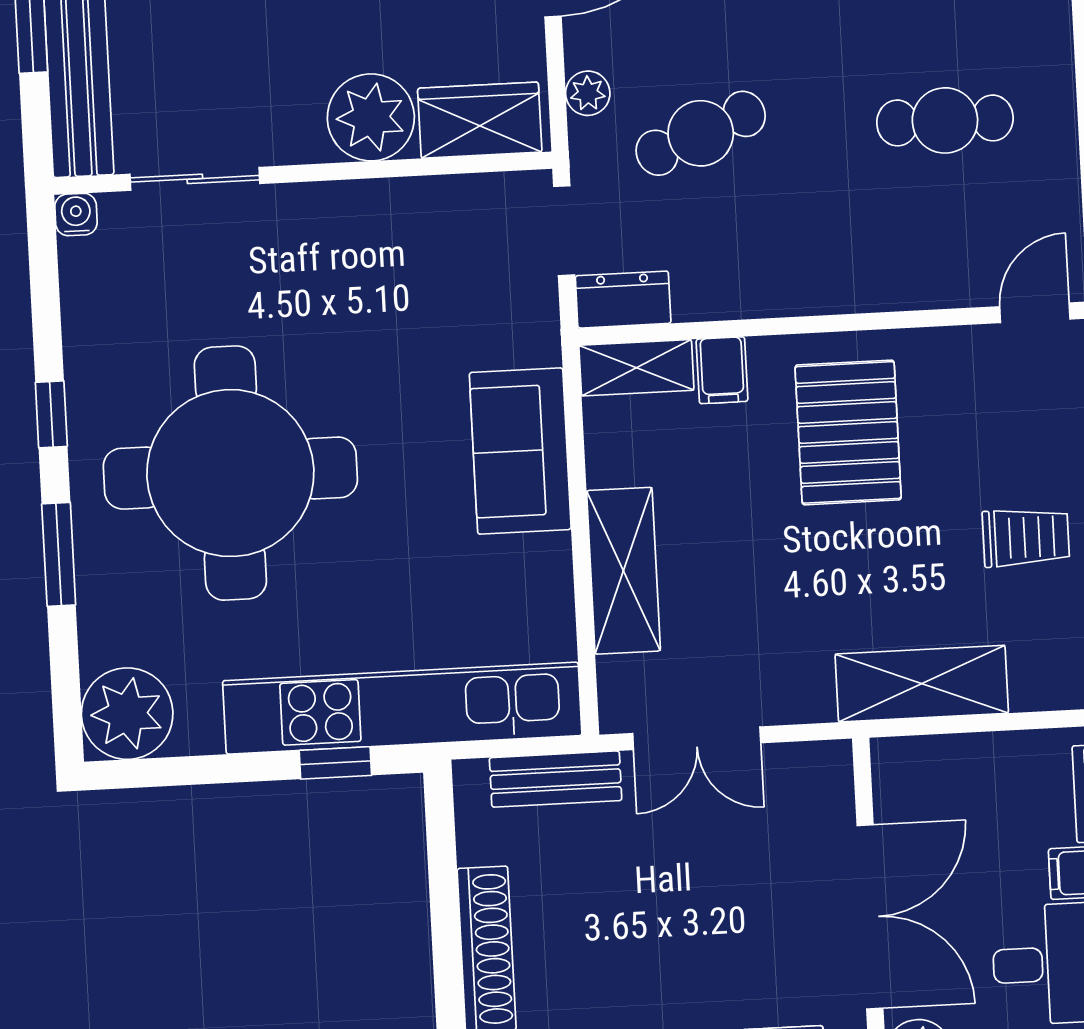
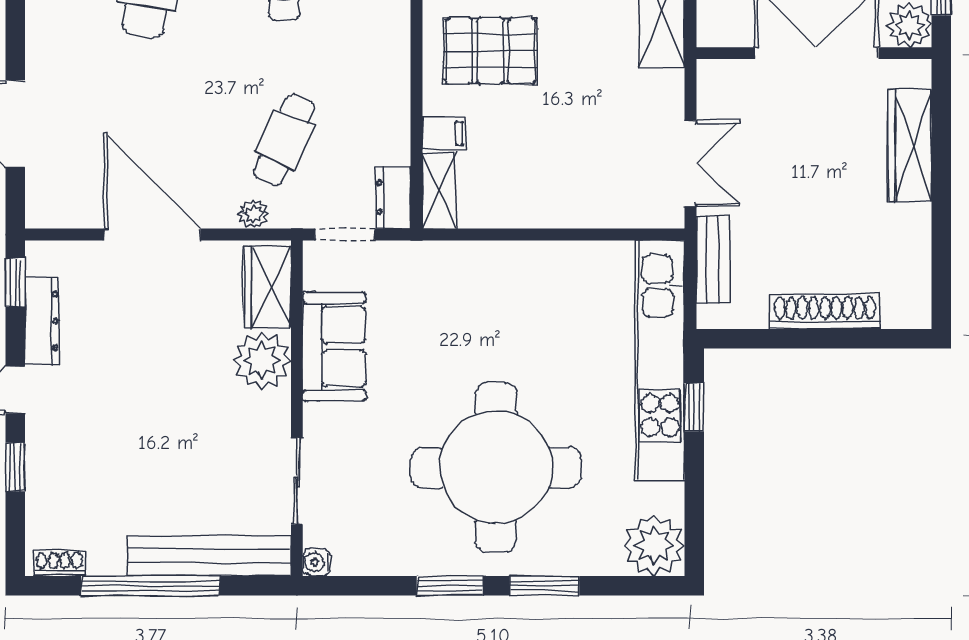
cafe table: (701, 133) -> (284, 139), turned 45
window: (51, 414) -> (450, 586), width x1.50
sofa: (520, 451) -> (334, 347), moved, turned -90
shelving: (623, 571) -> (575, 207), removed

